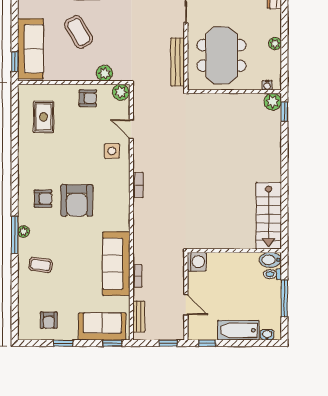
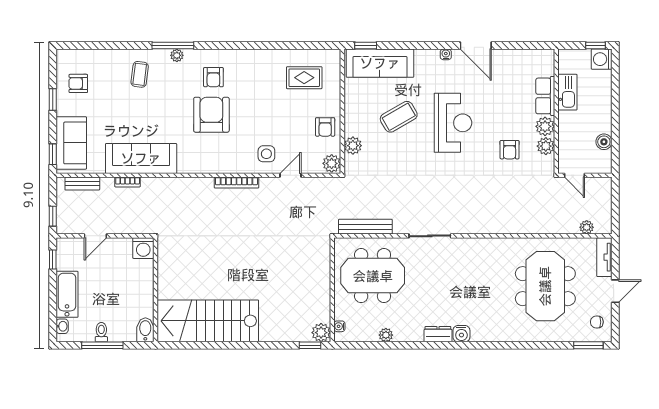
bookcase: (138, 185) -> (236, 183), width x1.56
armchair: (77, 200) -> (211, 115), turned 90
stairs: (269, 216) -> (208, 321), width x1.36, depth x1.51
toilet: (272, 274) -> (101, 332), moved

